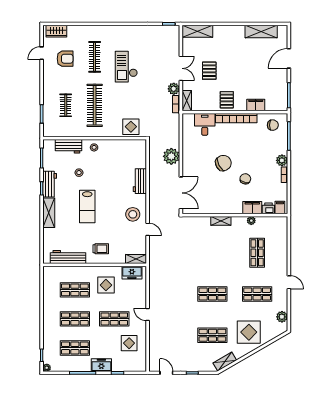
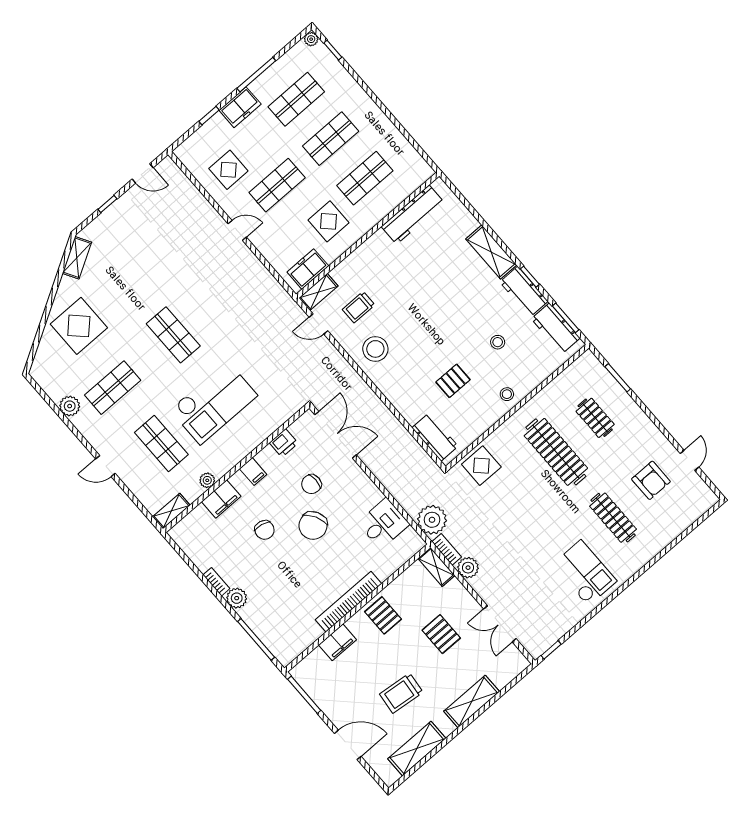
wardrobe: (56, 31) -> (695, 507), removed
shelving: (197, 31) -> (472, 701), moved
door: (289, 58) -> (348, 745), hinge flipped
armchair: (65, 59) -> (651, 480), turned -90
trolley: (247, 60) -> (401, 693), added
checkout: (126, 67) -> (584, 573), moved
double door: (181, 68) -> (500, 624), moved
desk: (205, 124) -> (384, 524), moved, turned -90
chair: (273, 125) -> (311, 484), moved
workbench: (69, 146) -> (556, 328), moved, turned -90
plant: (171, 156) -> (432, 520), moved
pallet: (112, 173) -> (453, 381), added
workbench: (140, 181) -> (435, 437), moved
double door: (181, 193) -> (336, 435), swing flipped
lab bench: (87, 207) -> (446, 306), removed
printer: (268, 208) -> (284, 443), moved
filing cabinet: (280, 208) -> (253, 472), moved
shelving: (221, 221) -> (171, 511), moved
door: (148, 229) -> (318, 324), moved
trolley: (101, 249) -> (359, 307), moved
checkout: (220, 251) -> (214, 403), added
door: (289, 282) -> (105, 466), moved
shop shelf: (212, 294) -> (173, 335), turned 90
plant: (282, 317) -> (70, 406), moved
shop shelf: (212, 335) -> (125, 279), removed

